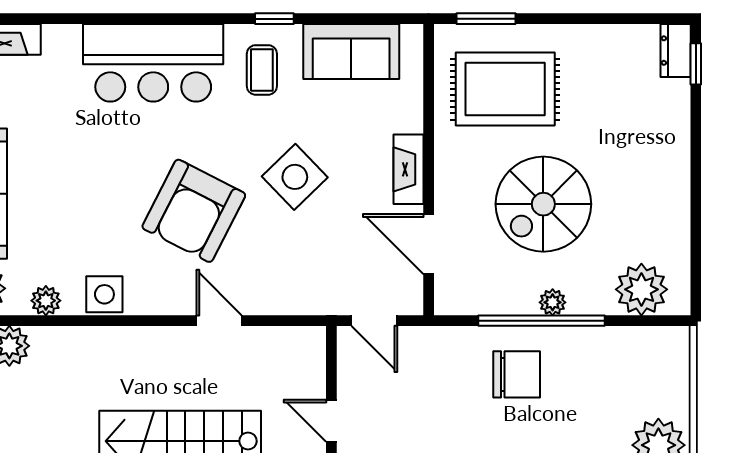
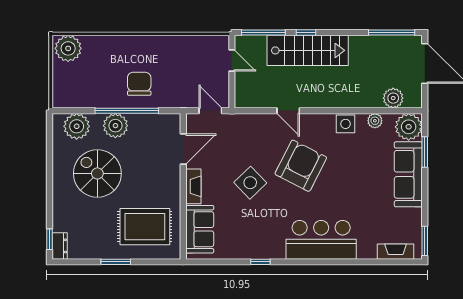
window: (486, 19) -> (116, 262), moved
sofa: (351, 52) -> (200, 229), moved, turned 90
coffee table: (262, 70) -> (267, 236), removed
spiral stairs: (543, 204) -> (97, 173), moved, turned -90
door: (429, 244) -> (183, 149), hinge flipped
plant: (553, 302) -> (115, 126), width x1.88, depth x1.88
chair: (517, 374) -> (139, 84), turned 90

